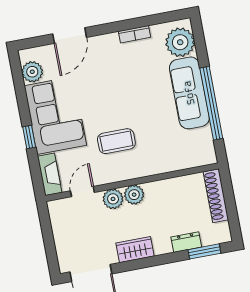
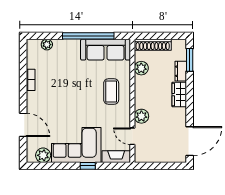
plant: (180, 42) -> (47, 45), width x0.53, depth x0.53
sofa: (189, 93) -> (106, 50), moved
coffee table: (116, 141) -> (111, 91), moved
plant: (134, 195) -> (141, 68), moved
wardrobe: (135, 250) -> (179, 95), moved

